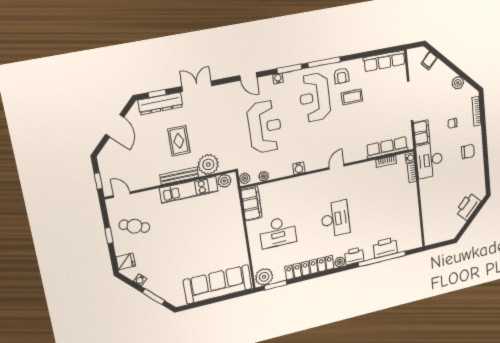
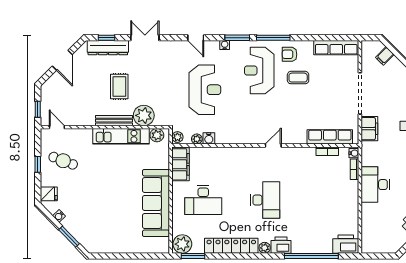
armchair: (342, 76) -> (290, 54), turned 90
desk: (429, 160) -> (375, 185), moved
water cooler: (299, 168) -> (209, 138), moved
printer: (385, 247) -> (346, 244), moved
sofa: (218, 284) -> (156, 203), moved, turned -90

